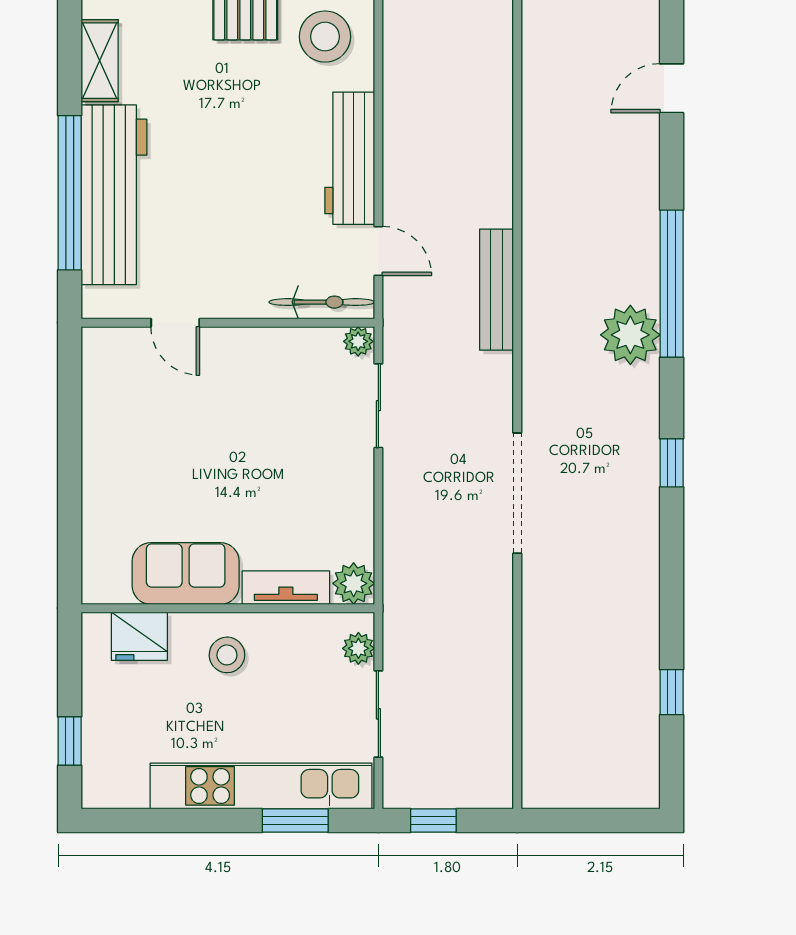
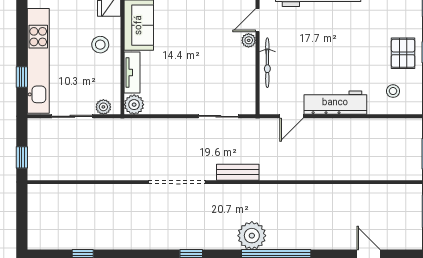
stool: (325, 37) -> (393, 91), width x0.53, depth x0.53
bench: (496, 290) -> (238, 172), moved, width x0.73
bicycle: (322, 302) -> (267, 63), moved
plant: (358, 341) -> (249, 40), moved
window: (295, 820) -> (22, 77), width x0.67
window: (433, 820) -> (22, 157), moved

